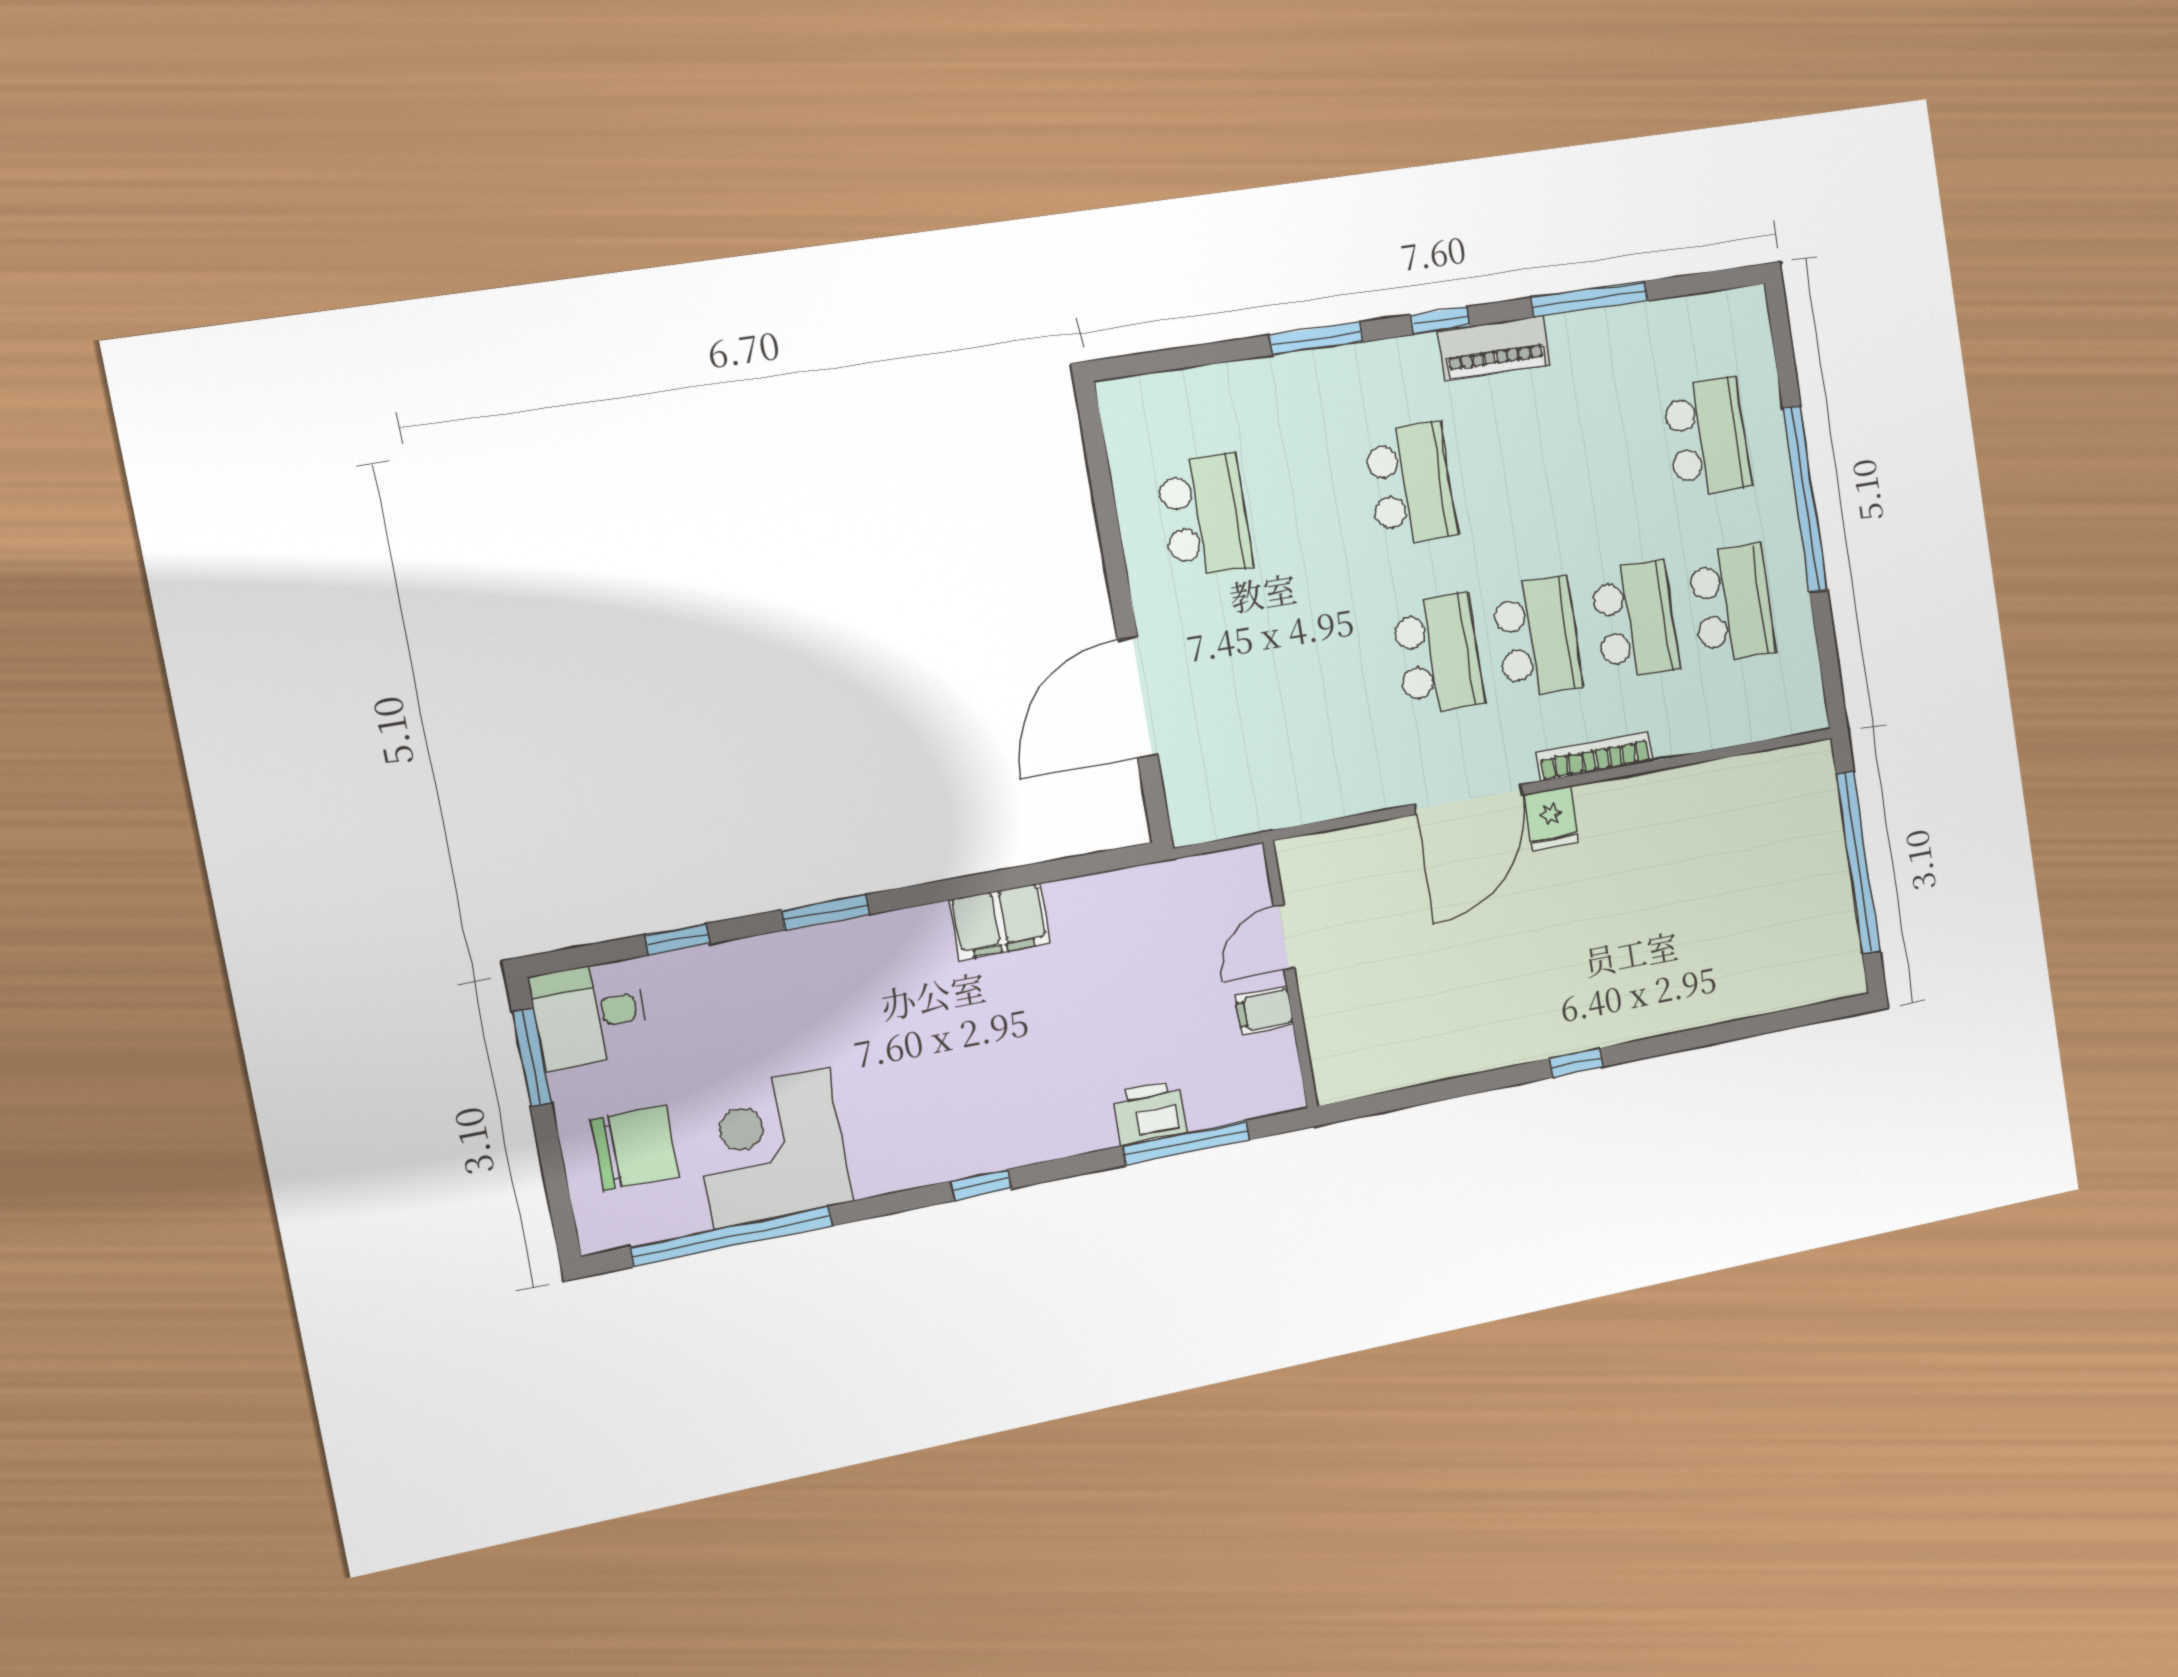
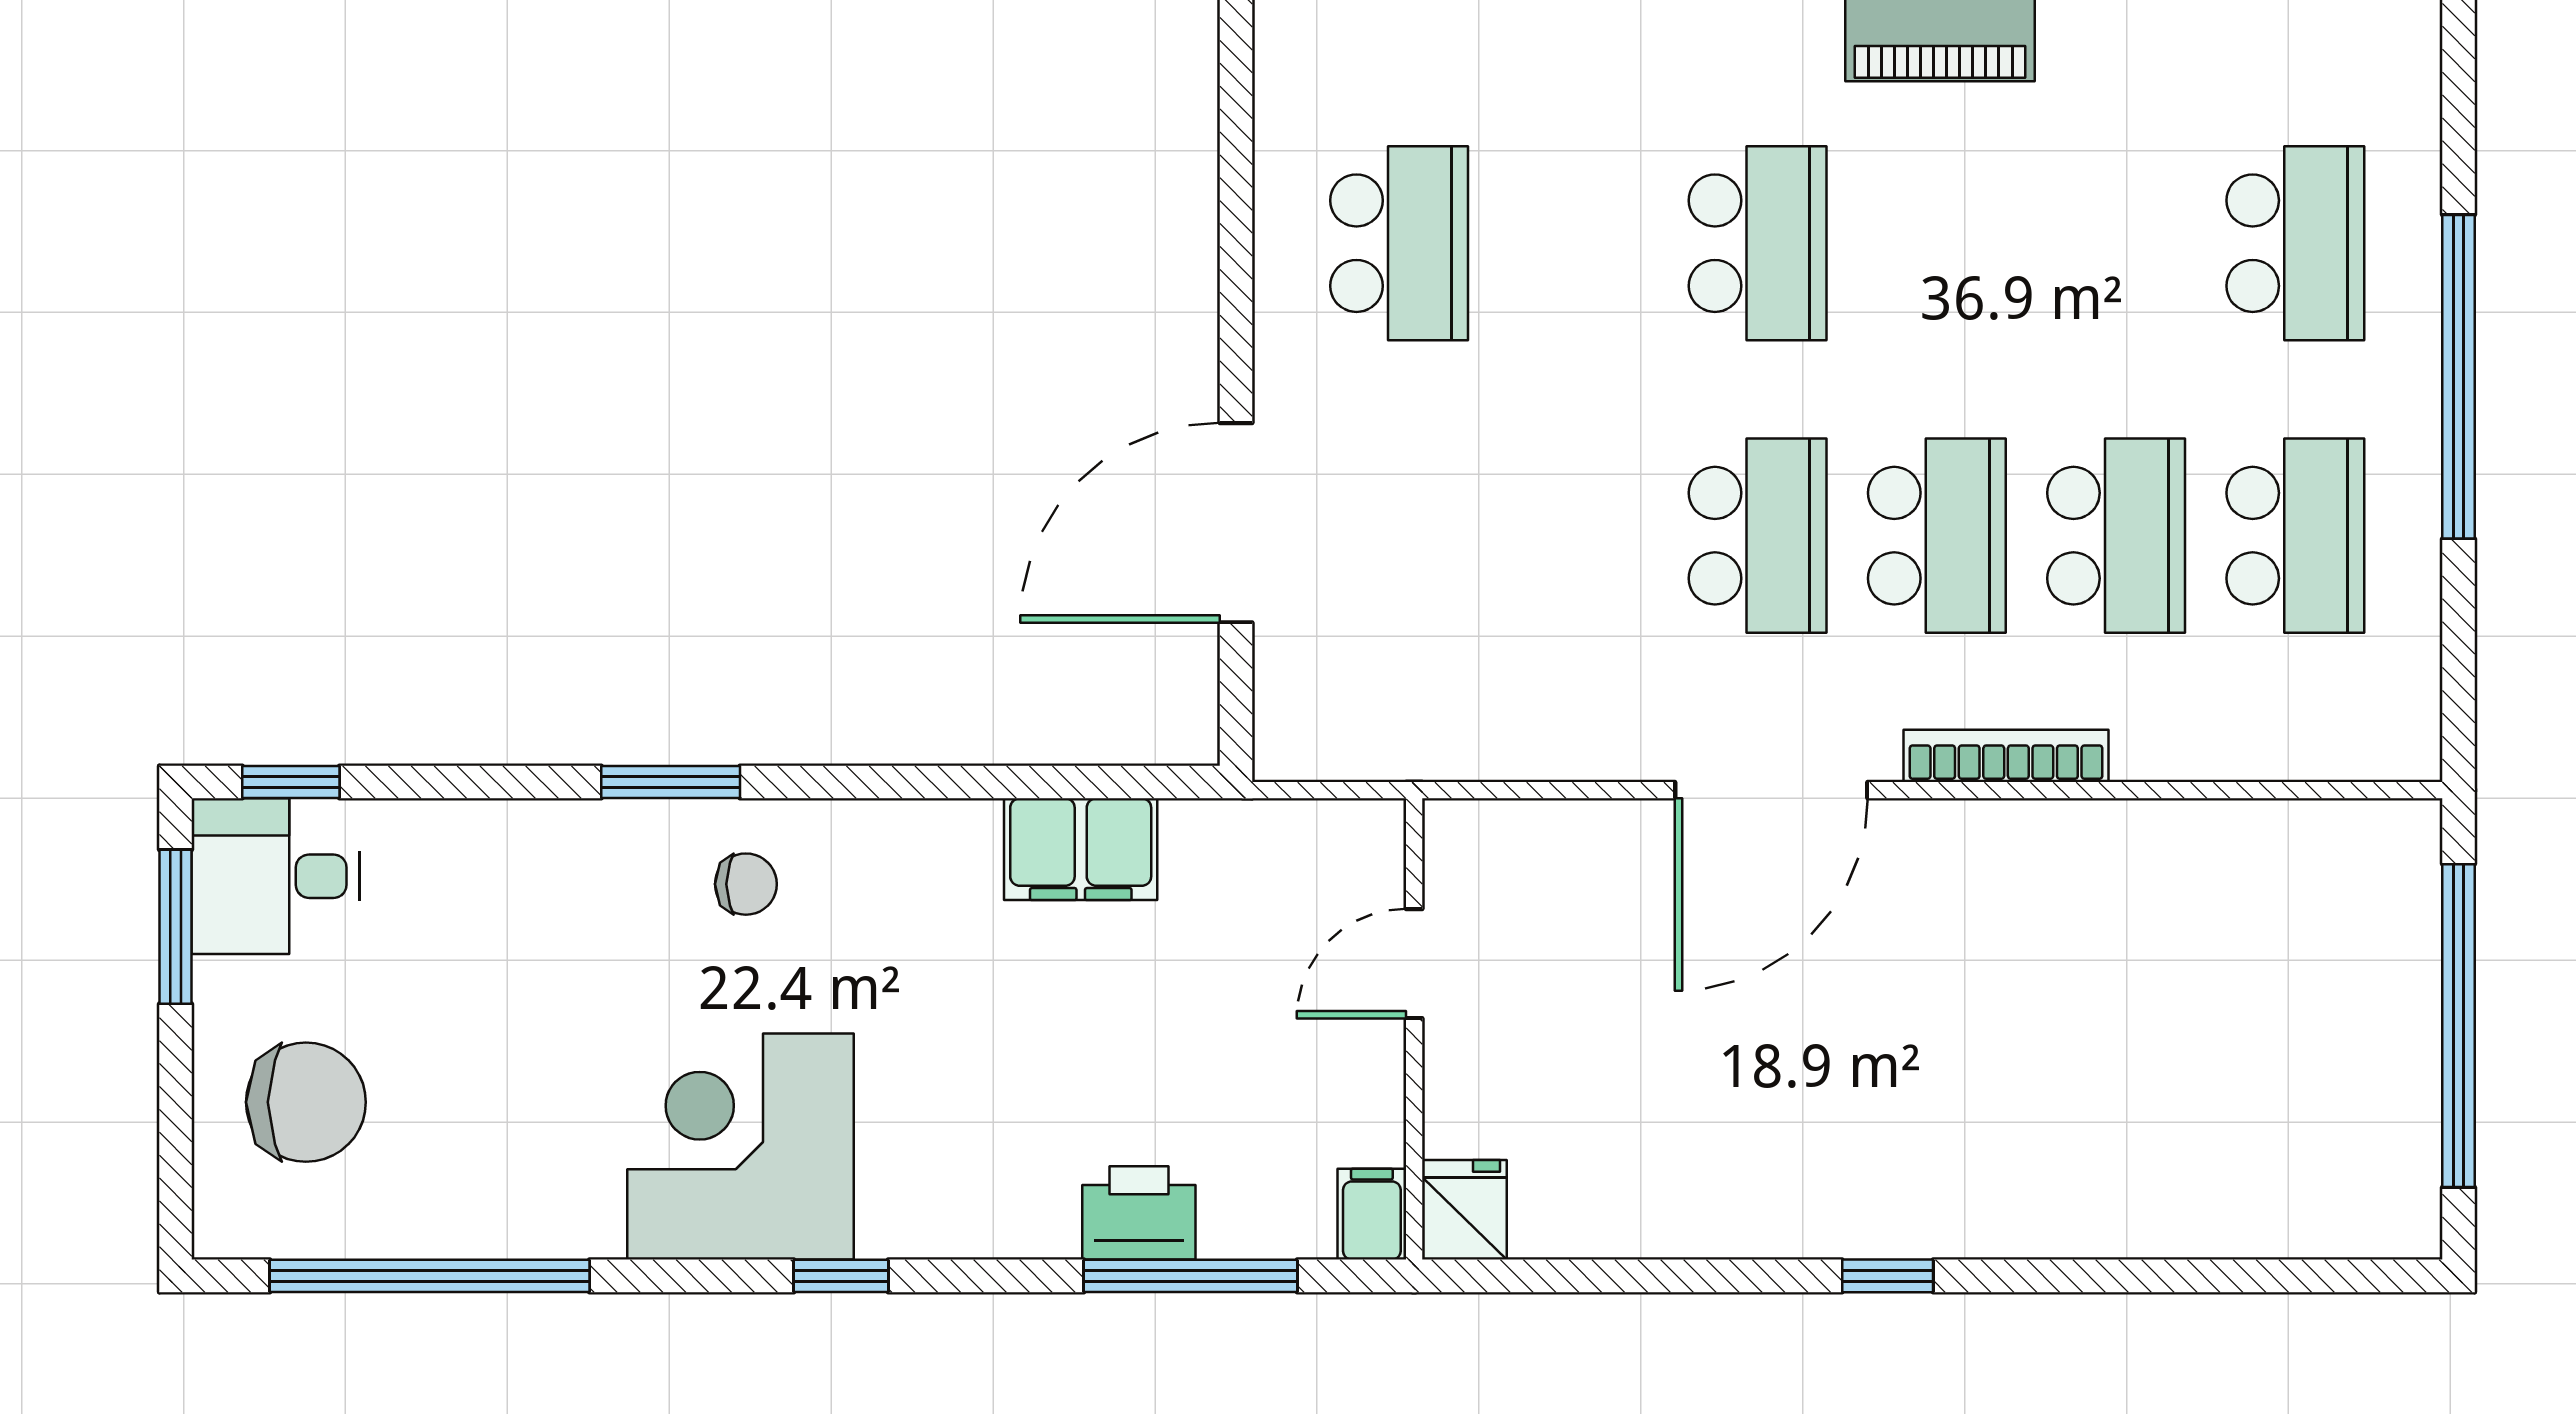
fridge: (1551, 818) -> (1465, 1210), moved, turned 180
filing cabinet: (1000, 922) -> (1081, 849), moved
window: (678, 939) -> (291, 782), moved
chair: (883, 965) -> (746, 884), added
filing cabinet: (1265, 1010) -> (1372, 1214), moved, turned 90
corner desk: (771, 1148) -> (740, 1146), moved

